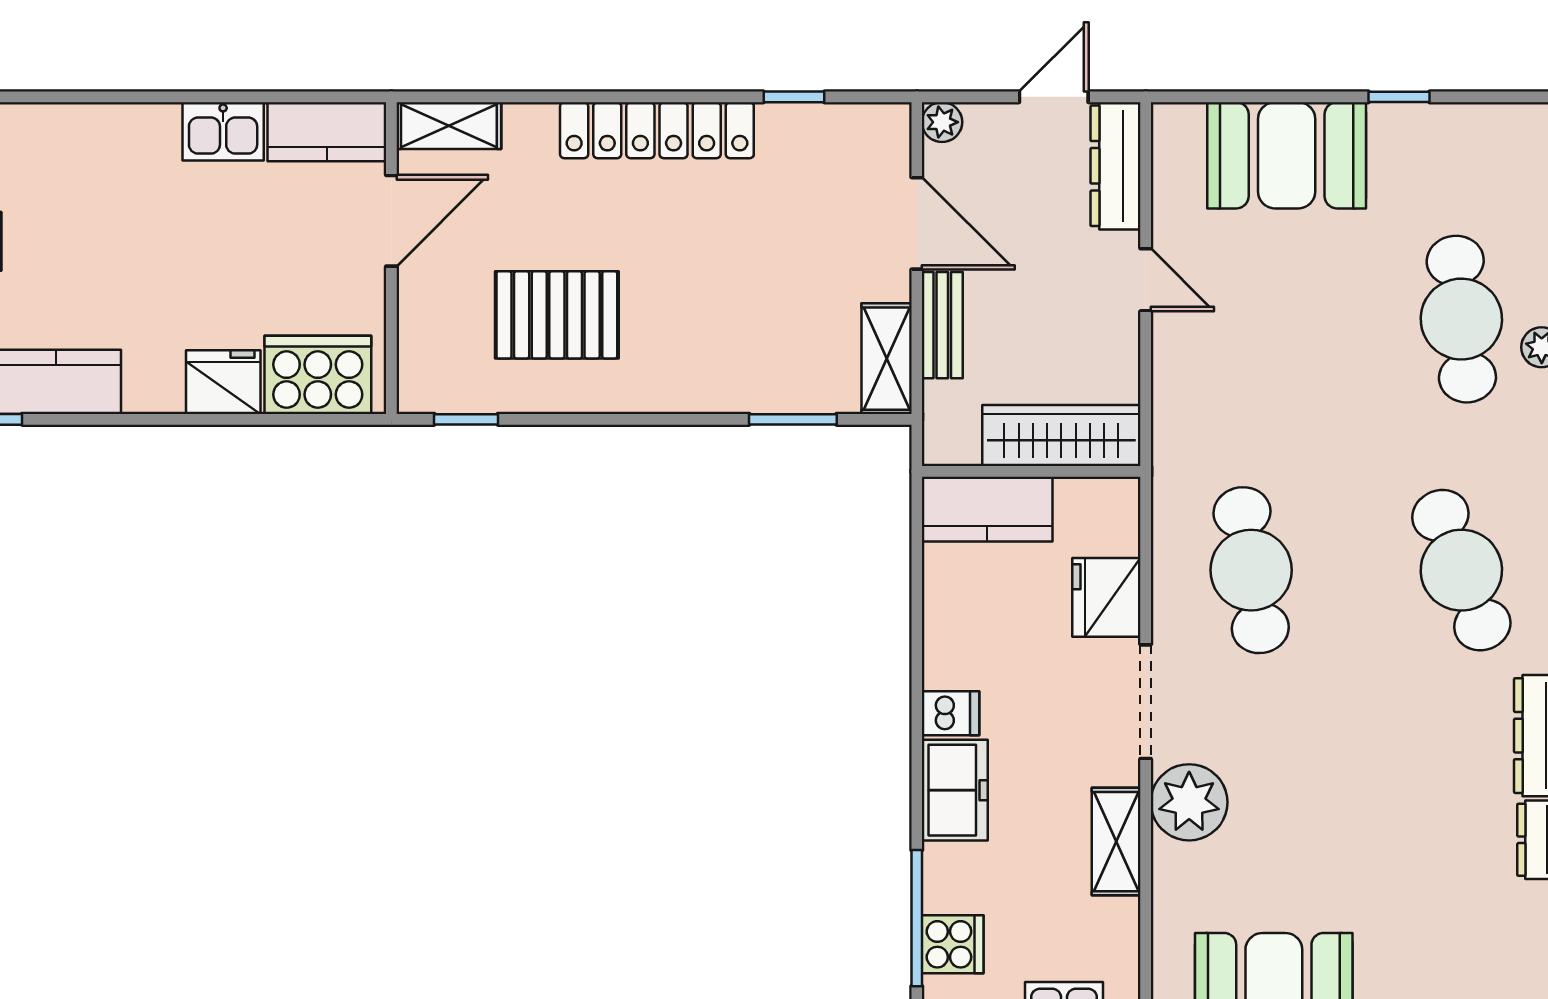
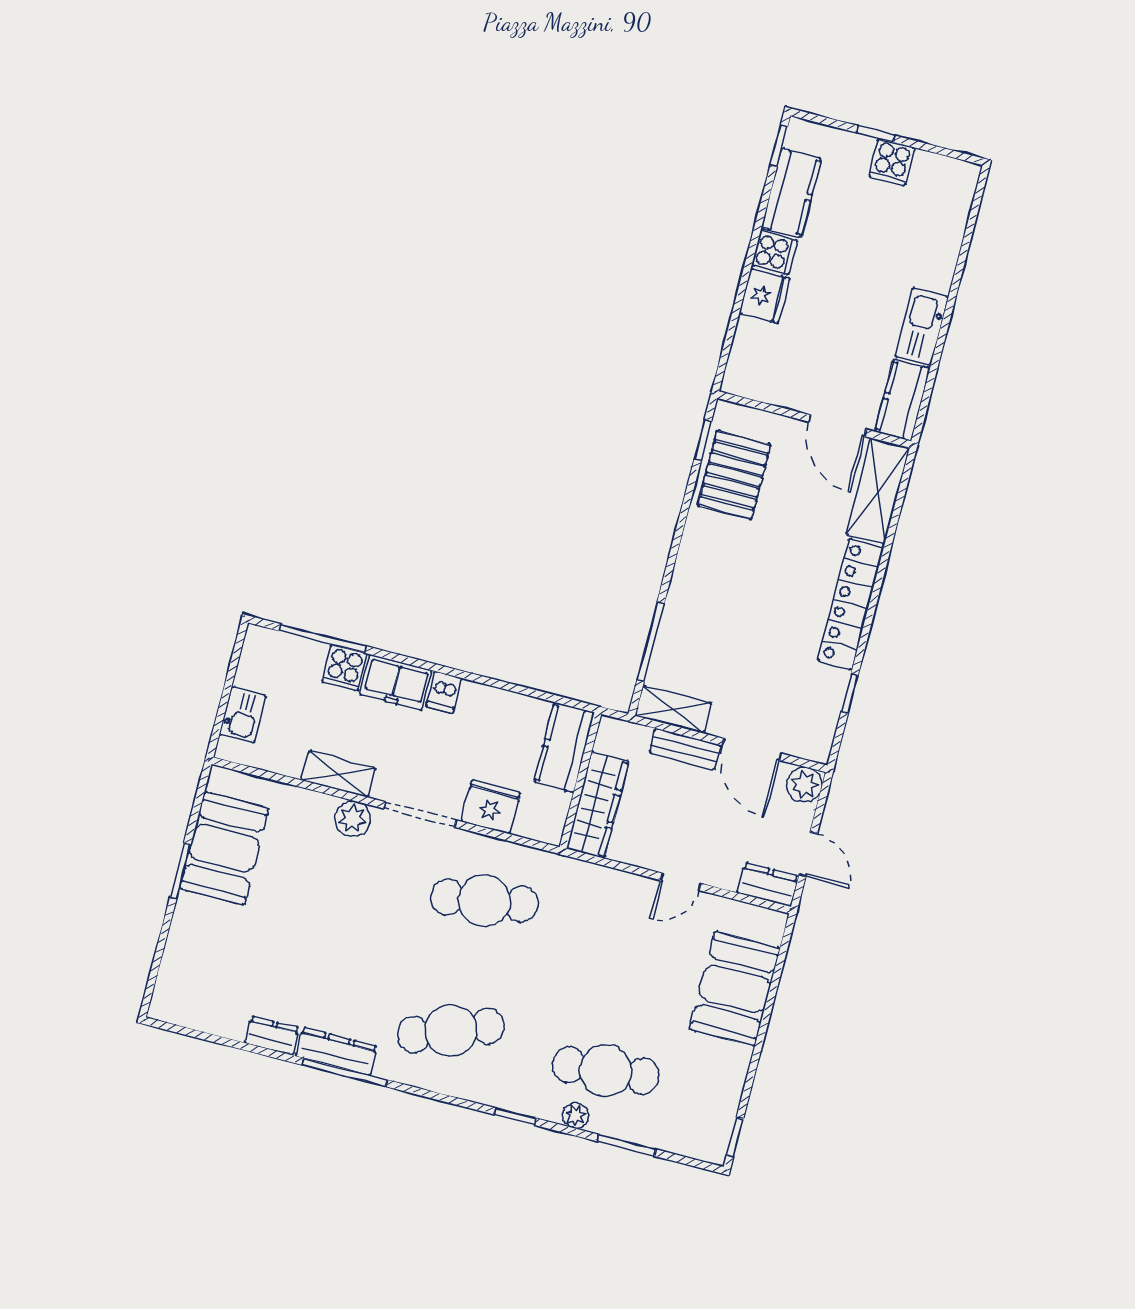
window: (1399, 97) -> (735, 1137), moved
plant: (942, 122) -> (804, 785), width x1.38, depth x1.38
shelving: (449, 126) -> (878, 491), width x1.50, depth x1.33
kitchen sink: (223, 131) -> (922, 327), width x1.38
dresser: (1115, 166) -> (768, 884), width x0.70
door: (917, 223) -> (752, 749), hinge flipped
pallet: (557, 315) -> (734, 475), moved
cooker: (318, 375) -> (774, 253), moved, width x0.53, depth x0.76
window: (793, 419) -> (651, 642), width x1.44
plant: (1189, 802) -> (353, 819), width x0.73, depth x0.73
cooker: (953, 944) -> (344, 668), moved

